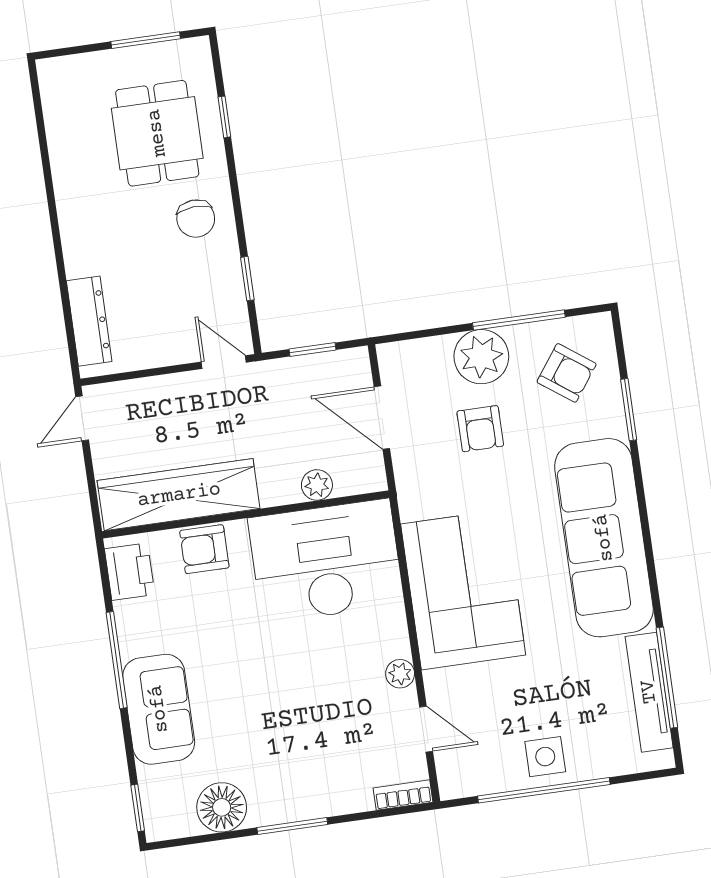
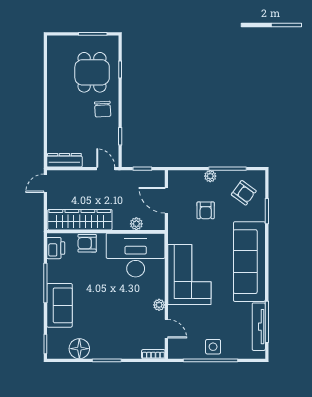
dresser: (89, 321) -> (64, 160), moved, turned -90
plant: (481, 357) -> (210, 176), width x0.53, depth x0.53

